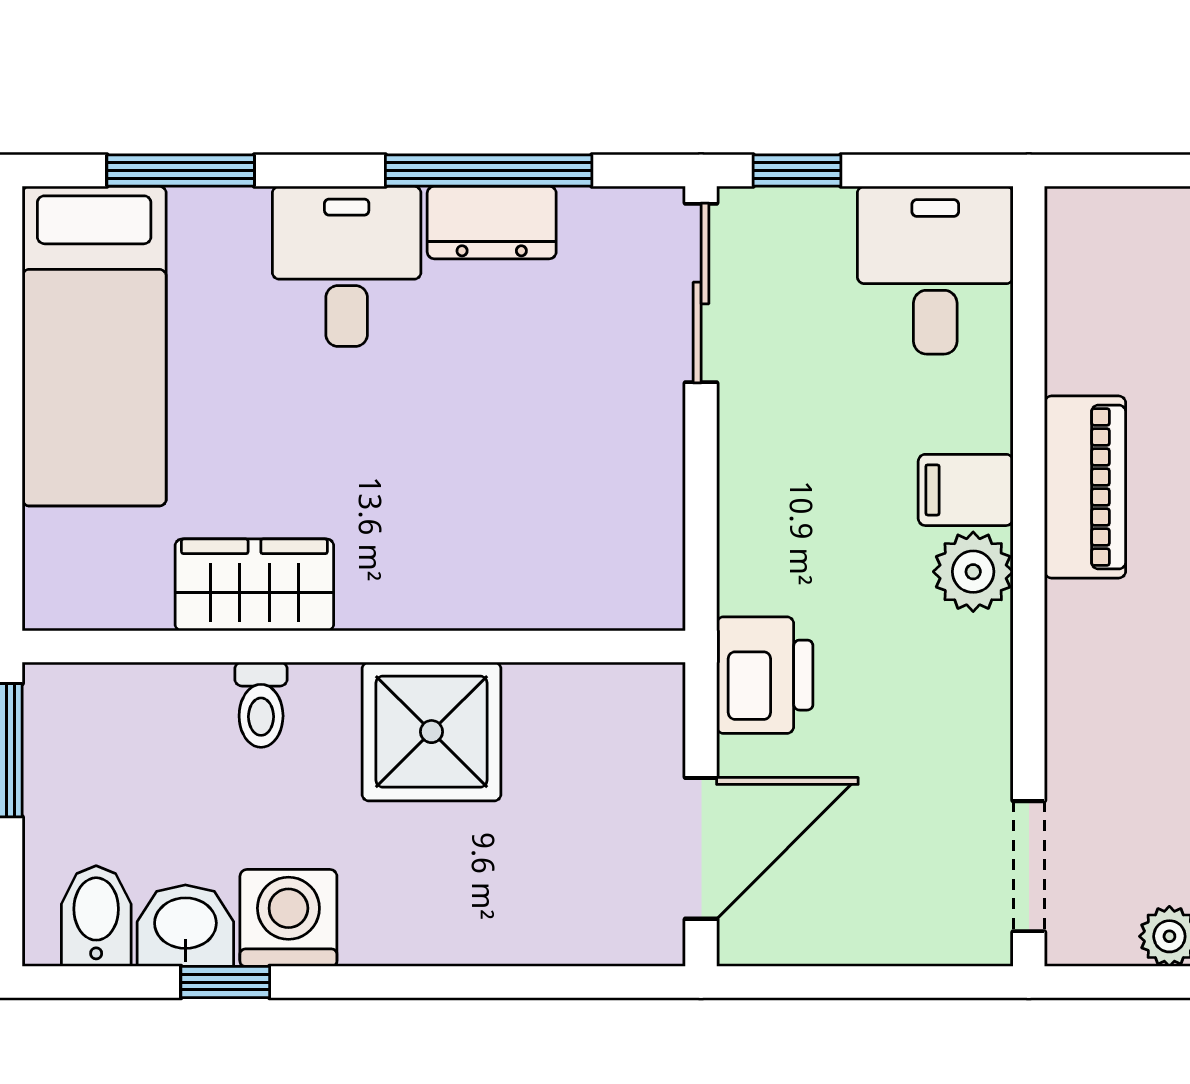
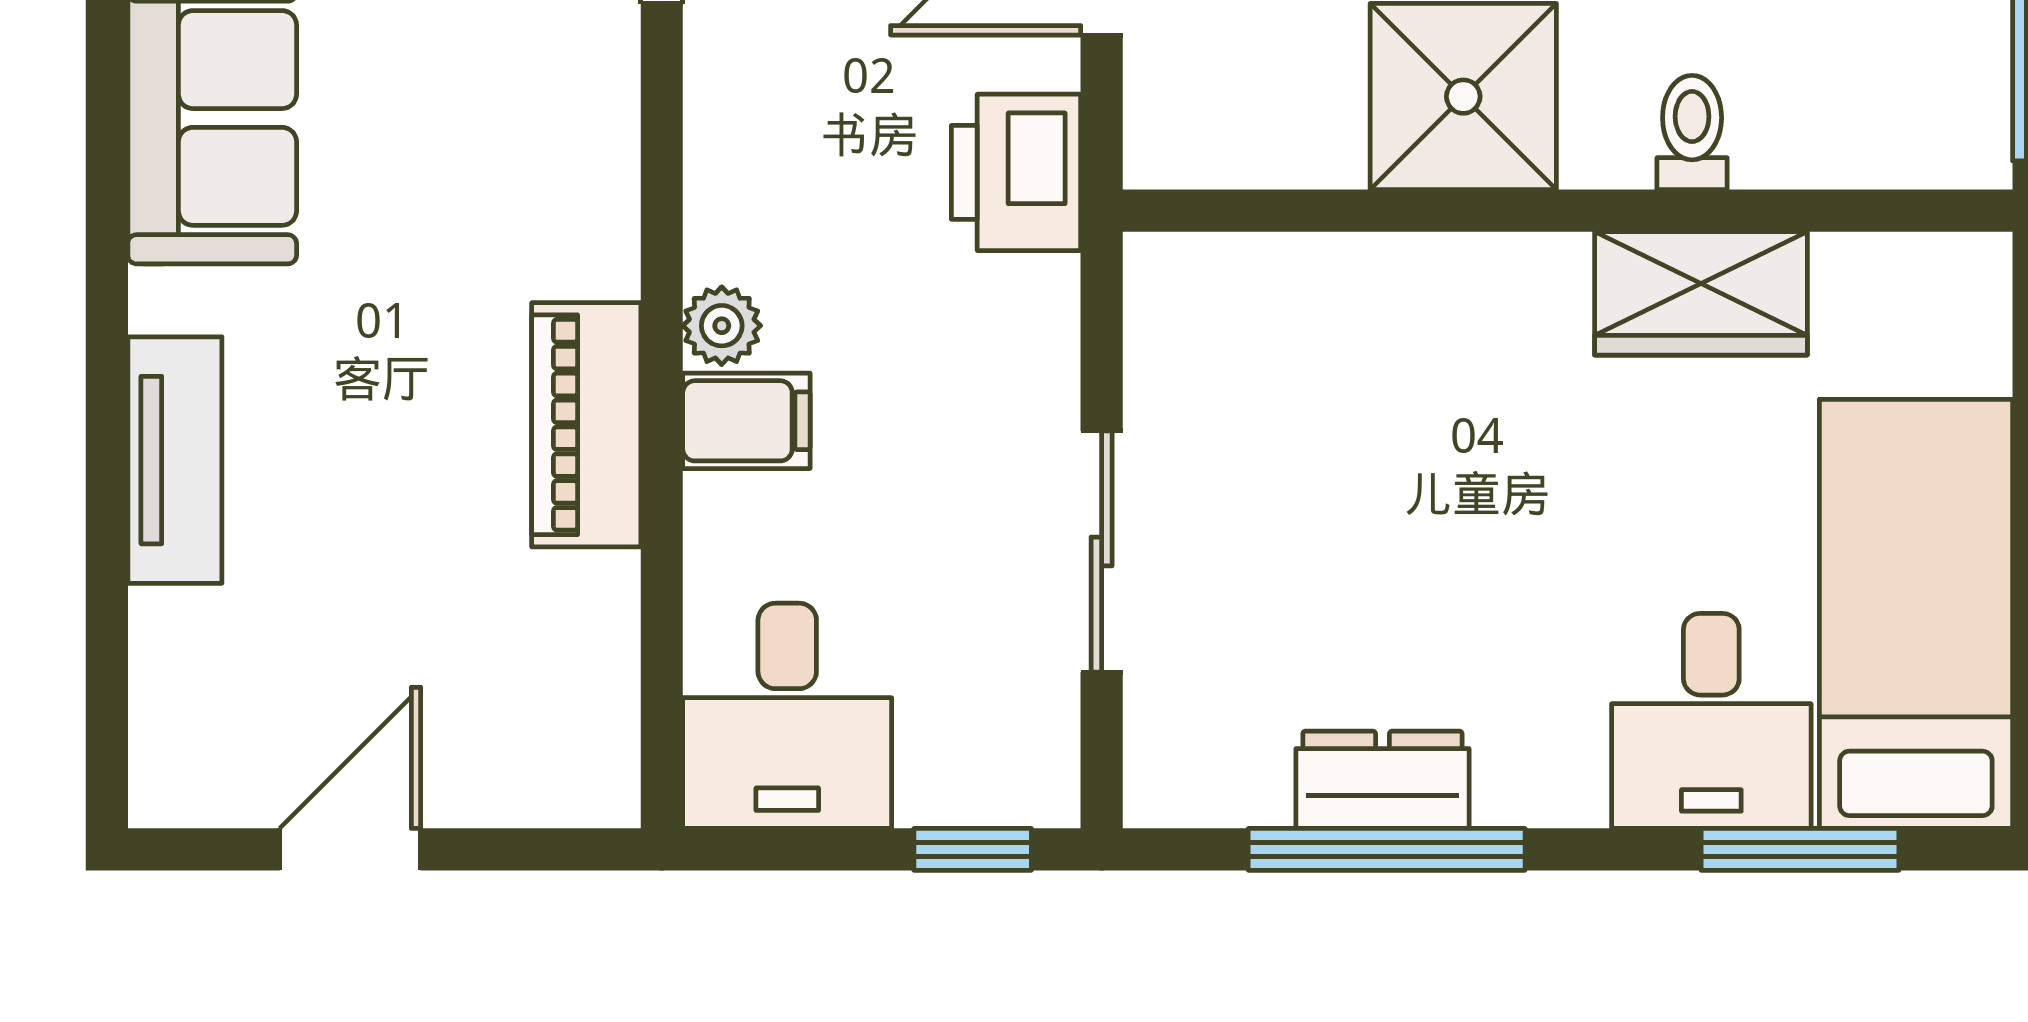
desk: (347, 266) -> (1711, 721), moved
sliding door: (701, 293) -> (1102, 552), moved
plant: (973, 572) -> (722, 326), width x0.73, depth x0.73

